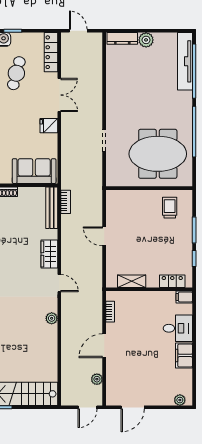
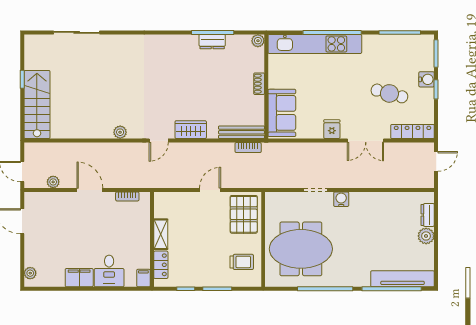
dresser: (122, 38) -> (428, 215), width x0.70
water cooler: (113, 117) -> (341, 199), added
meeting table: (158, 154) -> (301, 249), turned 90
pallet: (126, 206) -> (244, 214), added
shelving: (132, 281) -> (161, 234), moved

